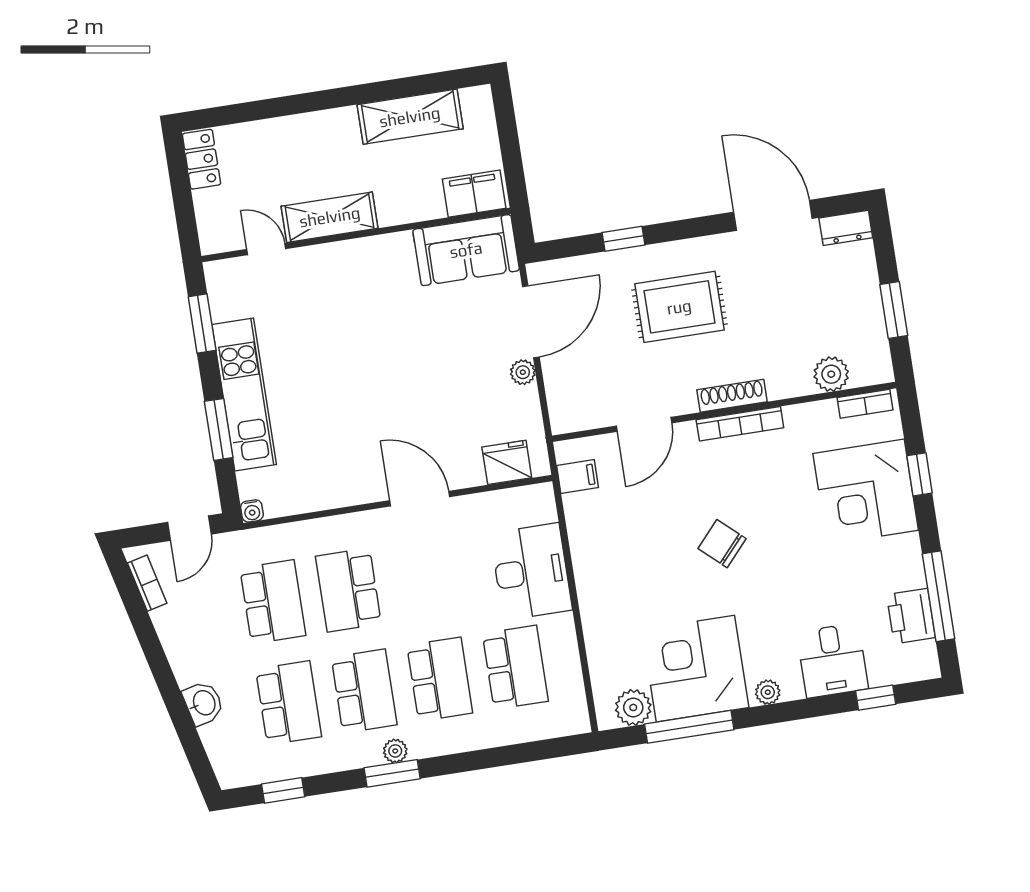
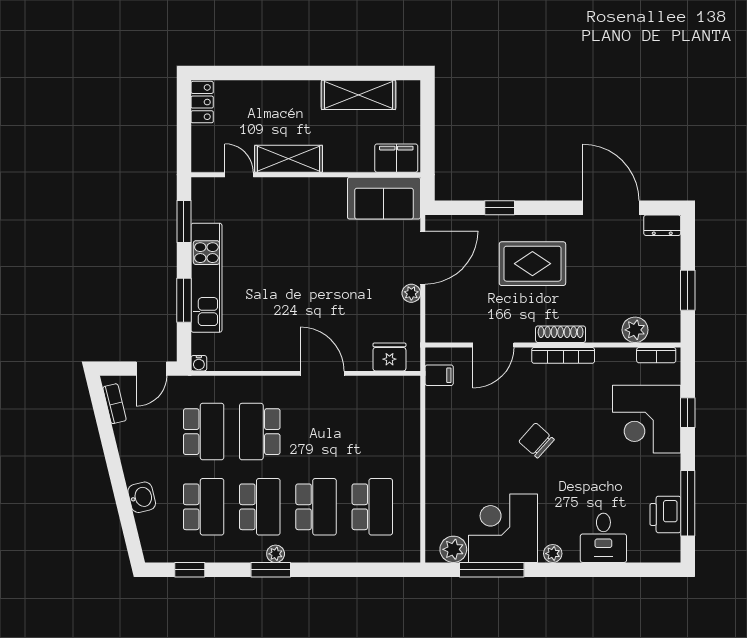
desk: (531, 572) -> (395, 439), removed
window: (876, 698) -> (631, 570), removed

